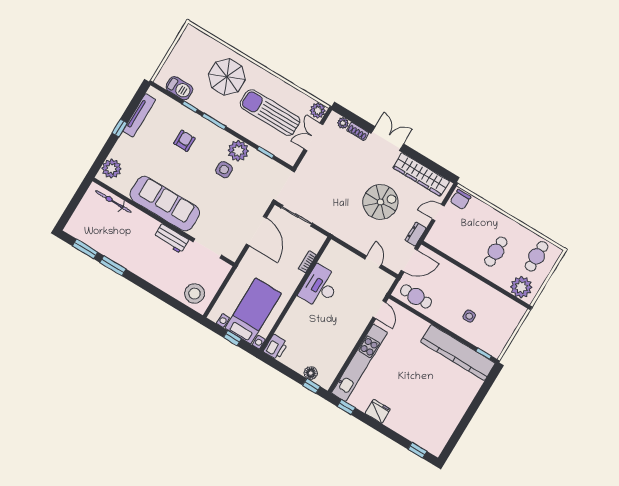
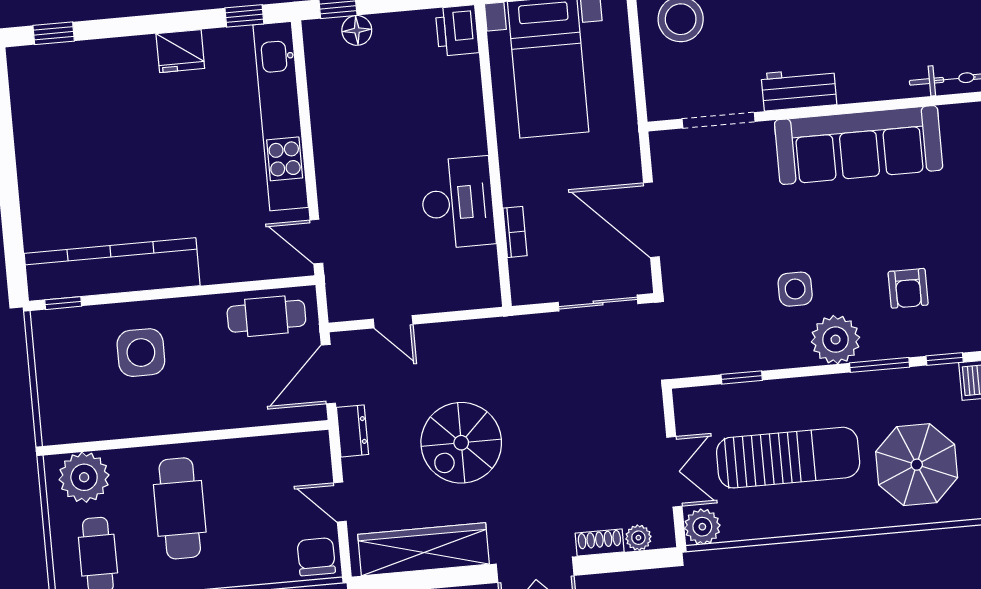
plant: (238, 151) -> (836, 340), moved
door: (438, 213) -> (340, 502), swing flipped
cafe table: (496, 252) -> (180, 508), width x1.37, depth x1.35
side table: (469, 316) -> (141, 353), width x1.87, depth x1.87

